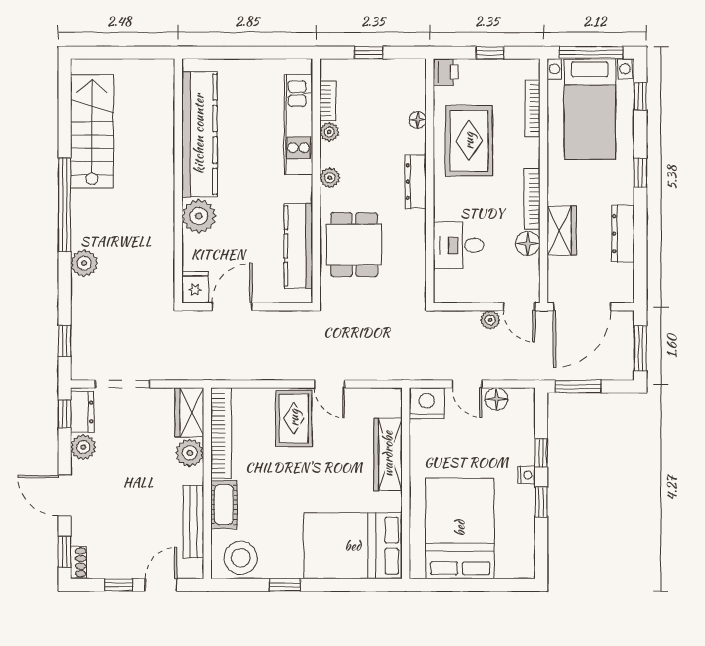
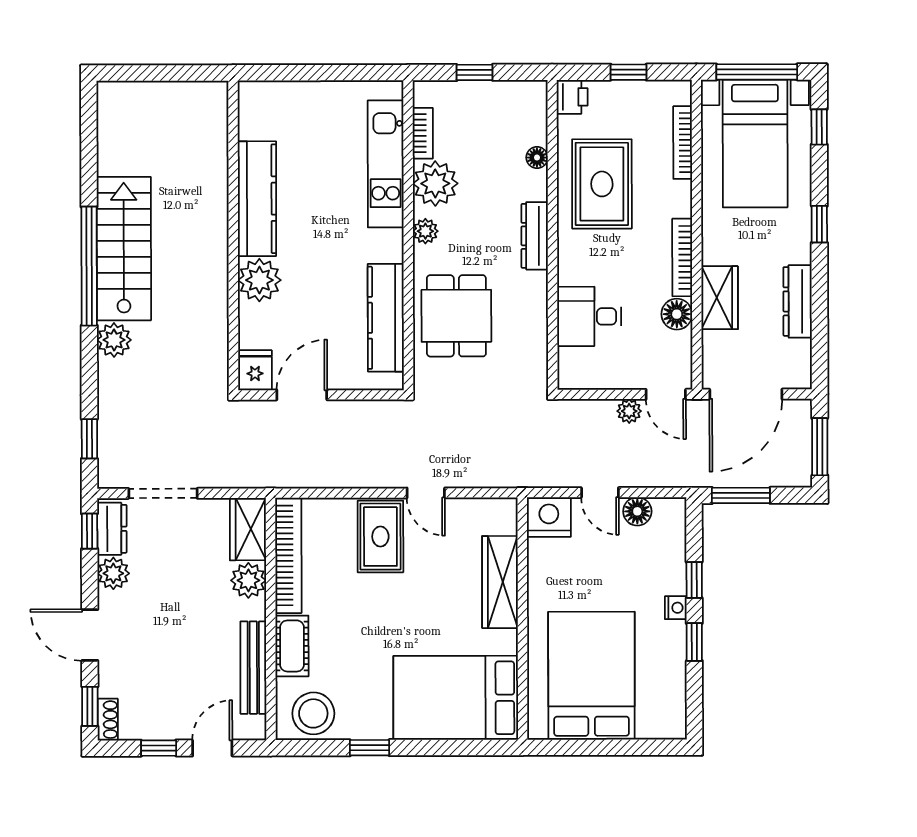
stairs: (92, 131) -> (124, 249), moved
plant: (329, 132) -> (435, 183), width x1.87, depth x1.87
kitchen counter: (199, 134) -> (257, 199), width x0.72, depth x0.86

